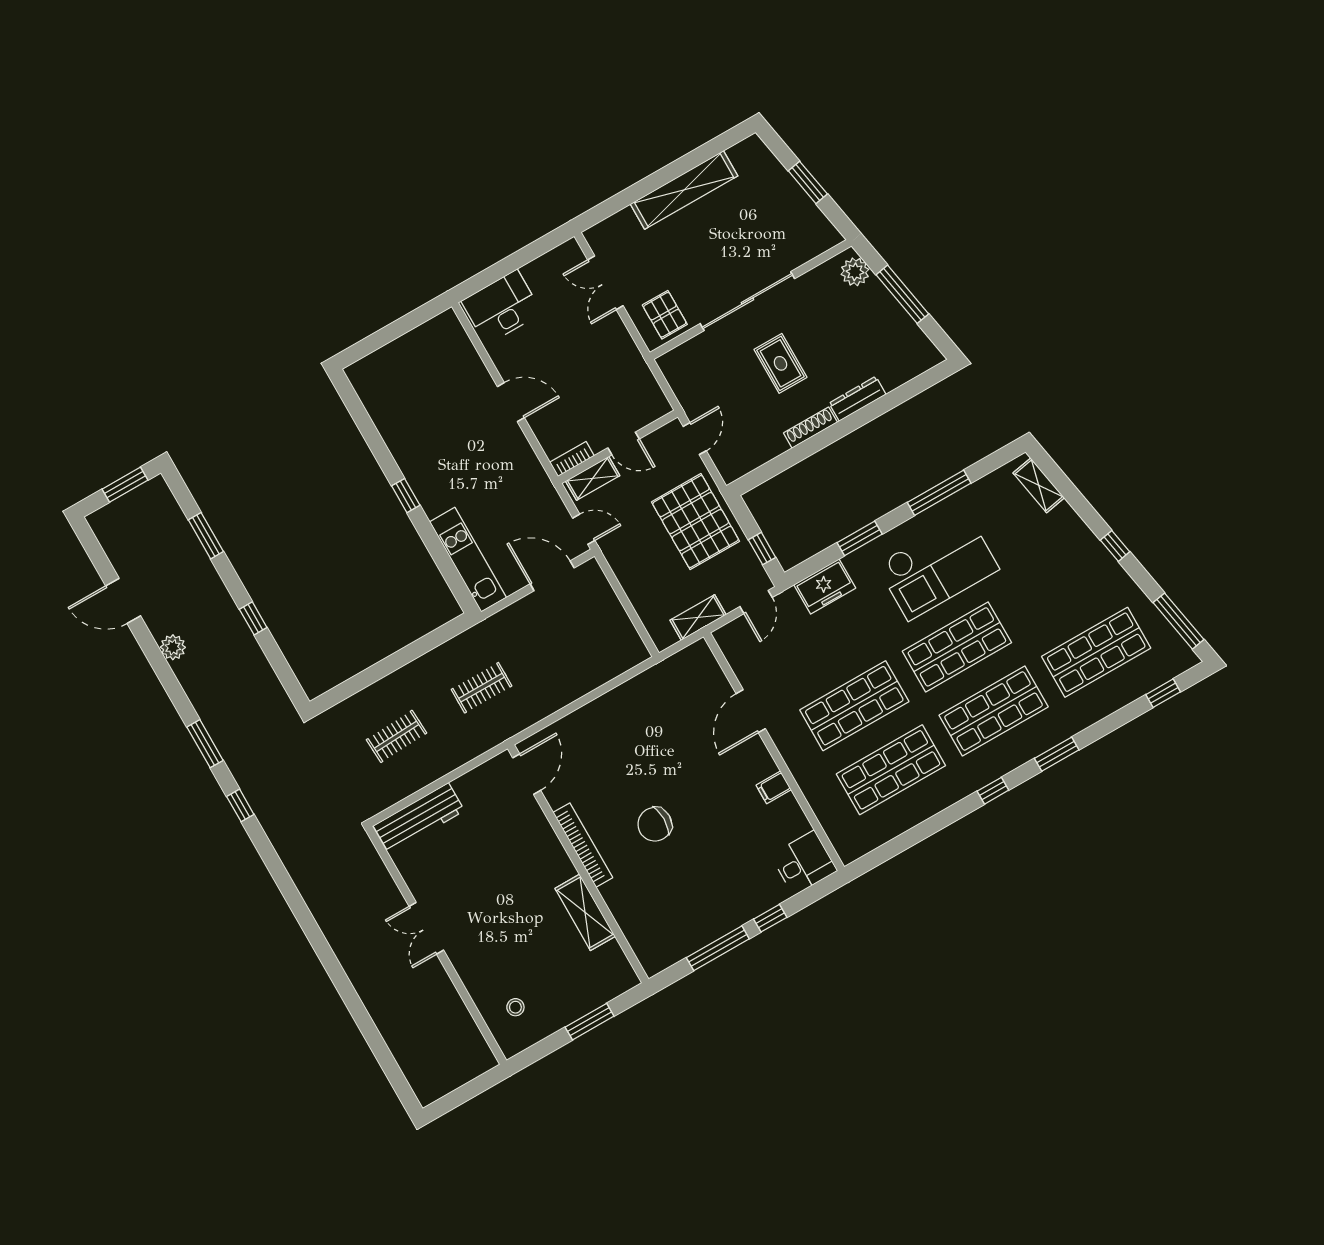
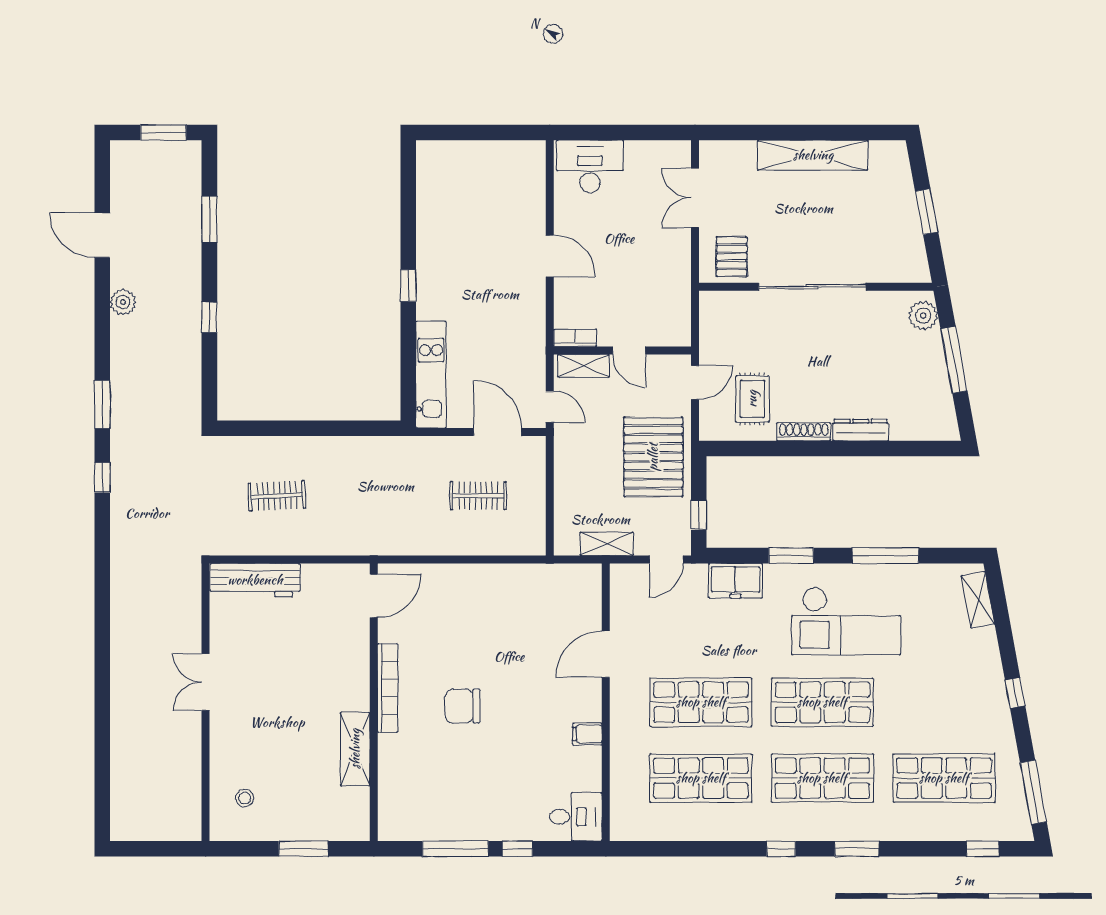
rug: (780, 363) -> (752, 399), moved
clothes rail: (482, 688) -> (478, 496), moved

